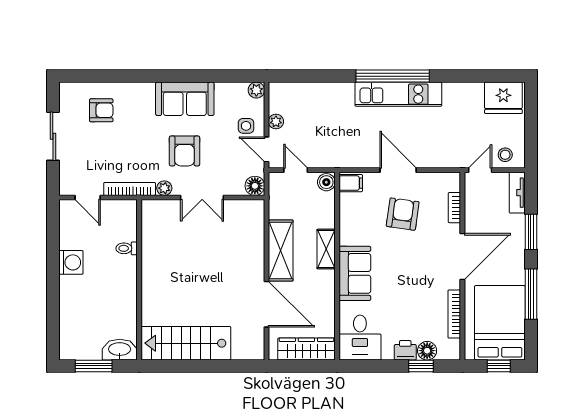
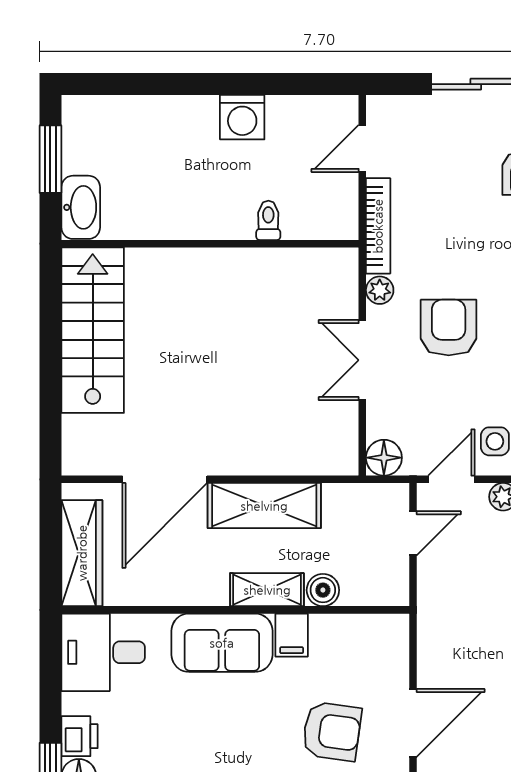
armchair: (185, 151) -> (449, 328), turned 90
boiler: (326, 182) -> (323, 590), moved
filing cabinet: (351, 183) -> (292, 635), moved

